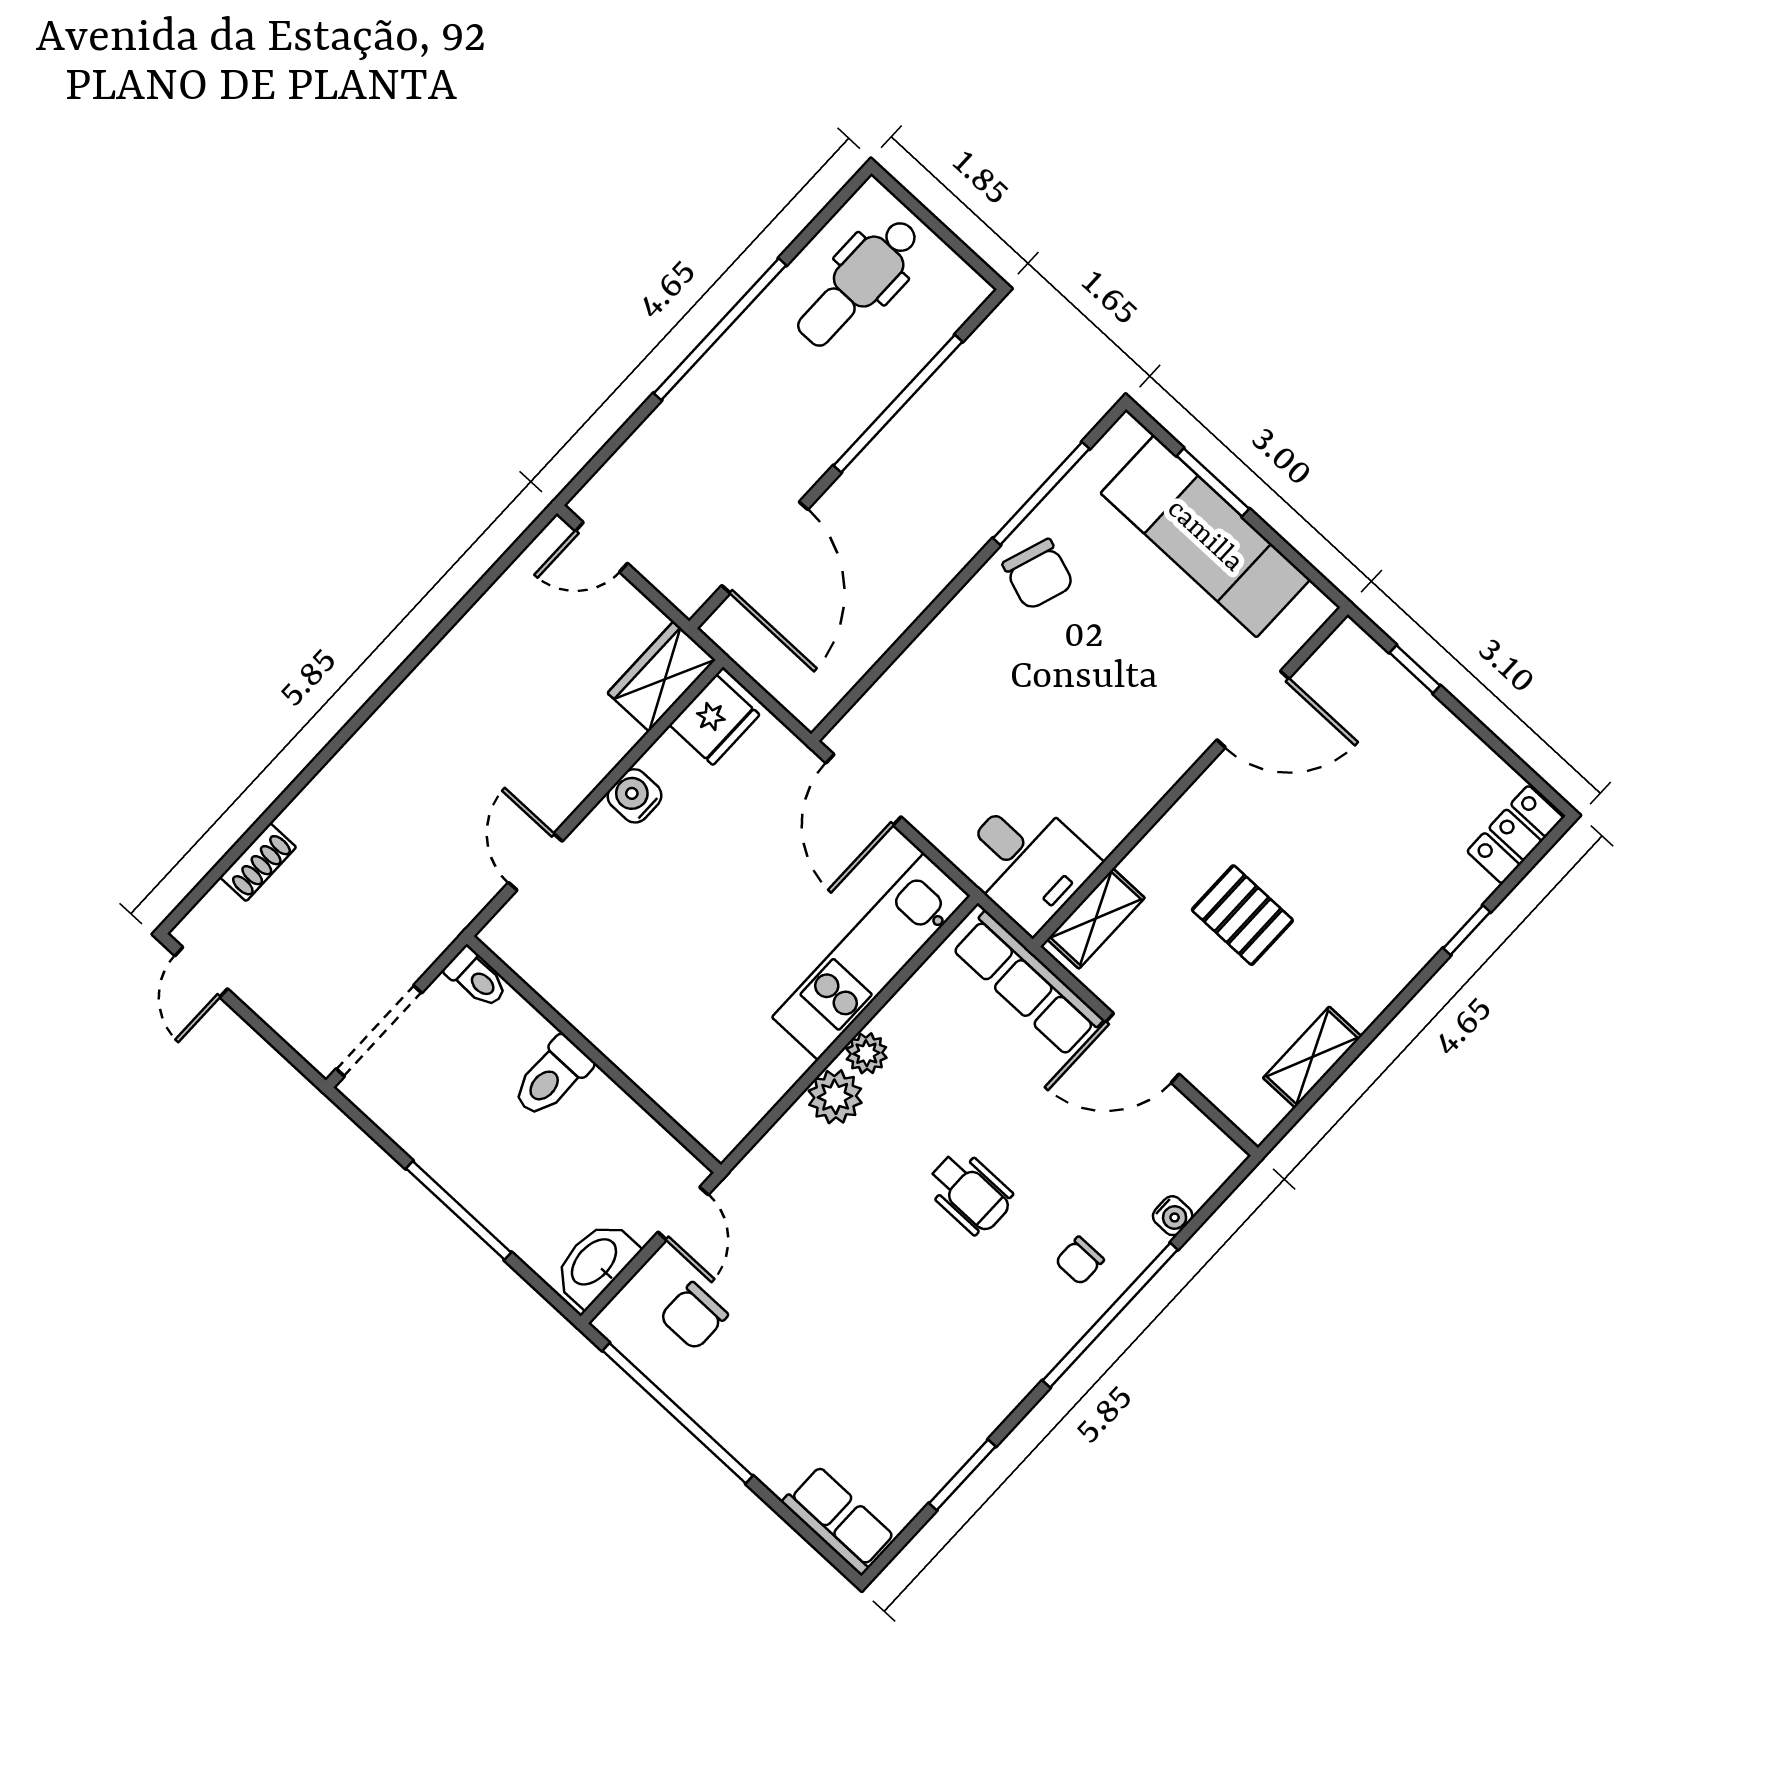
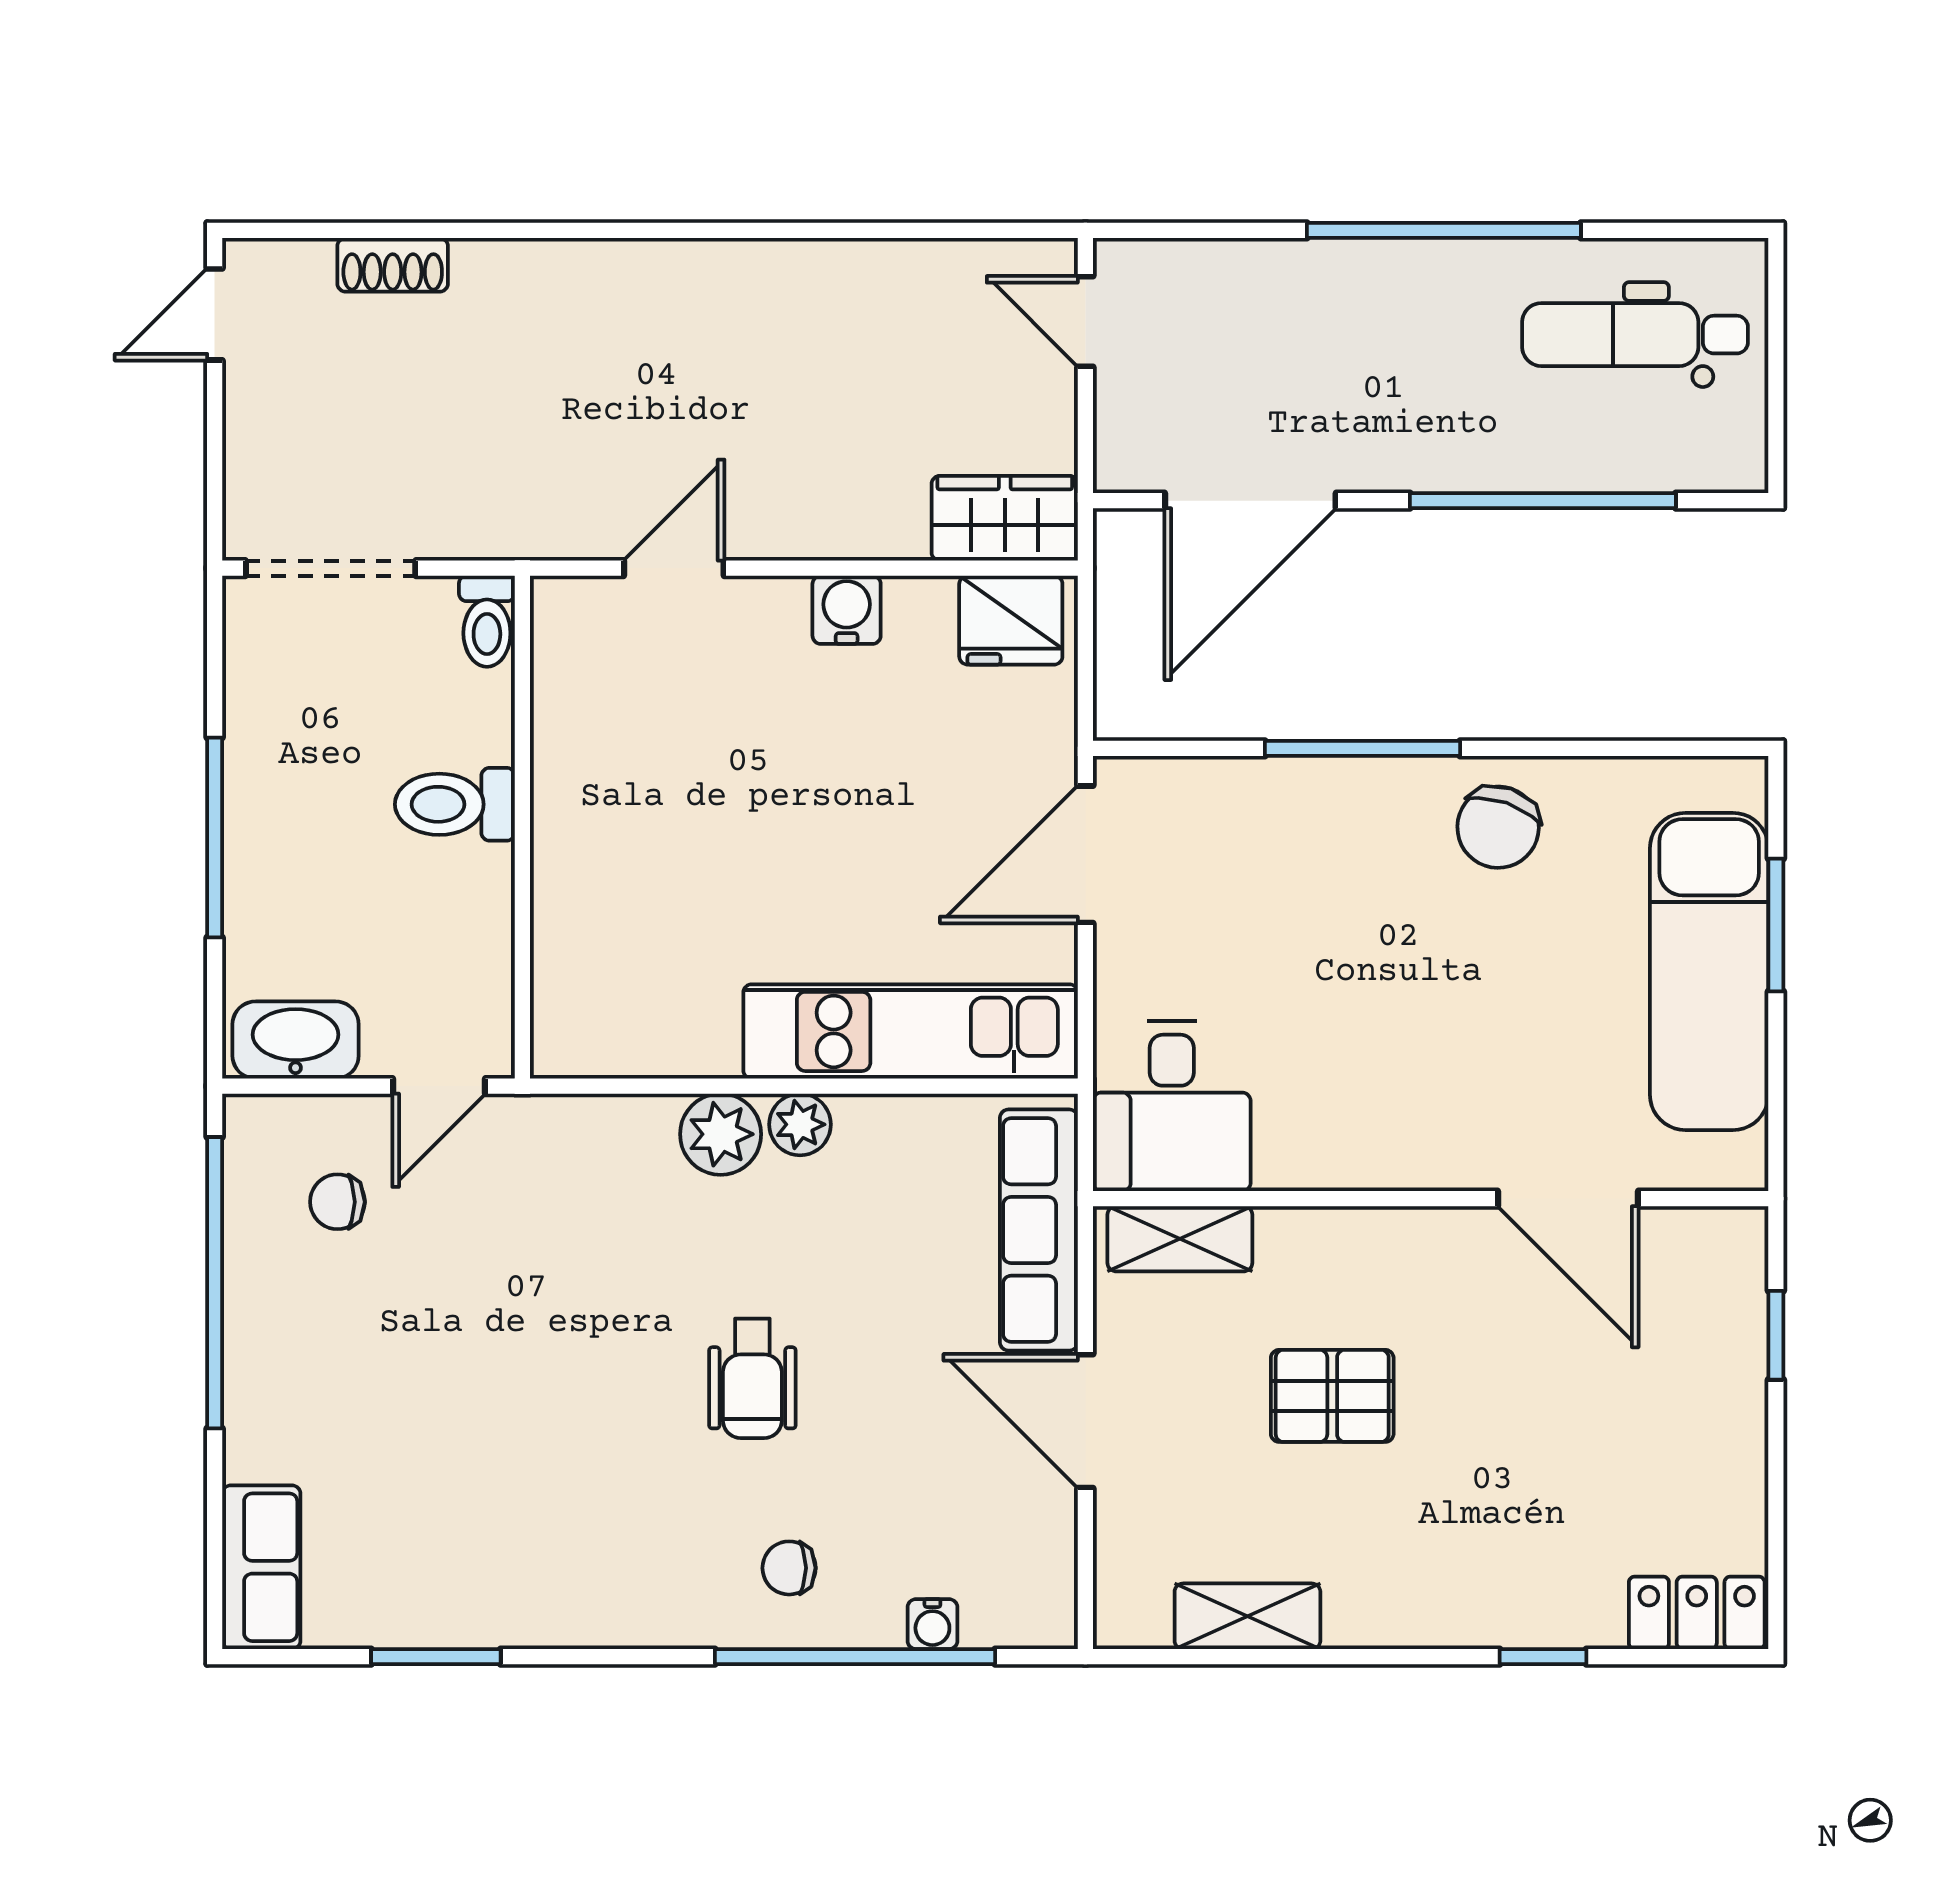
window: (1041, 493) -> (1363, 748), moved
pallet: (1242, 915) -> (1332, 1396), turned 90
window: (1110, 1315) -> (855, 1657), moved
chair: (694, 1316) -> (337, 1202), width x0.73, depth x0.73

